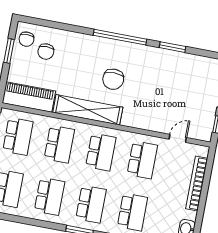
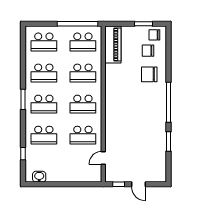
chair: (113, 79) -> (149, 74), moved
shelving: (88, 110) -> (112, 89), removed
door: (178, 138) -> (103, 158), swing flipped
bookcase: (197, 183) -> (73, 178), removed

